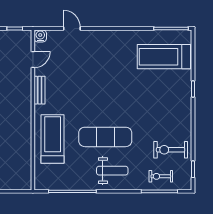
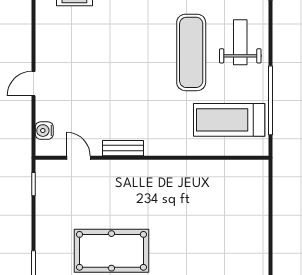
door: (72, 29) -> (33, 84), moved
water cooler: (40, 36) -> (44, 131), moved
treadmill: (53, 139) -> (229, 120), moved

